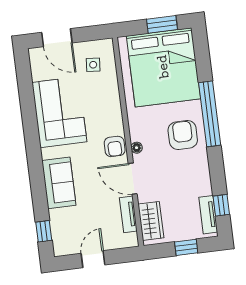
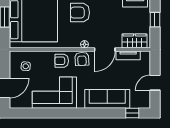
armchair: (108, 117) -> (62, 61), added
armchair: (115, 146) -> (82, 59), turned 87
sofa: (59, 183) -> (107, 99), width x1.36
door: (93, 259) -> (155, 83), hinge flipped

